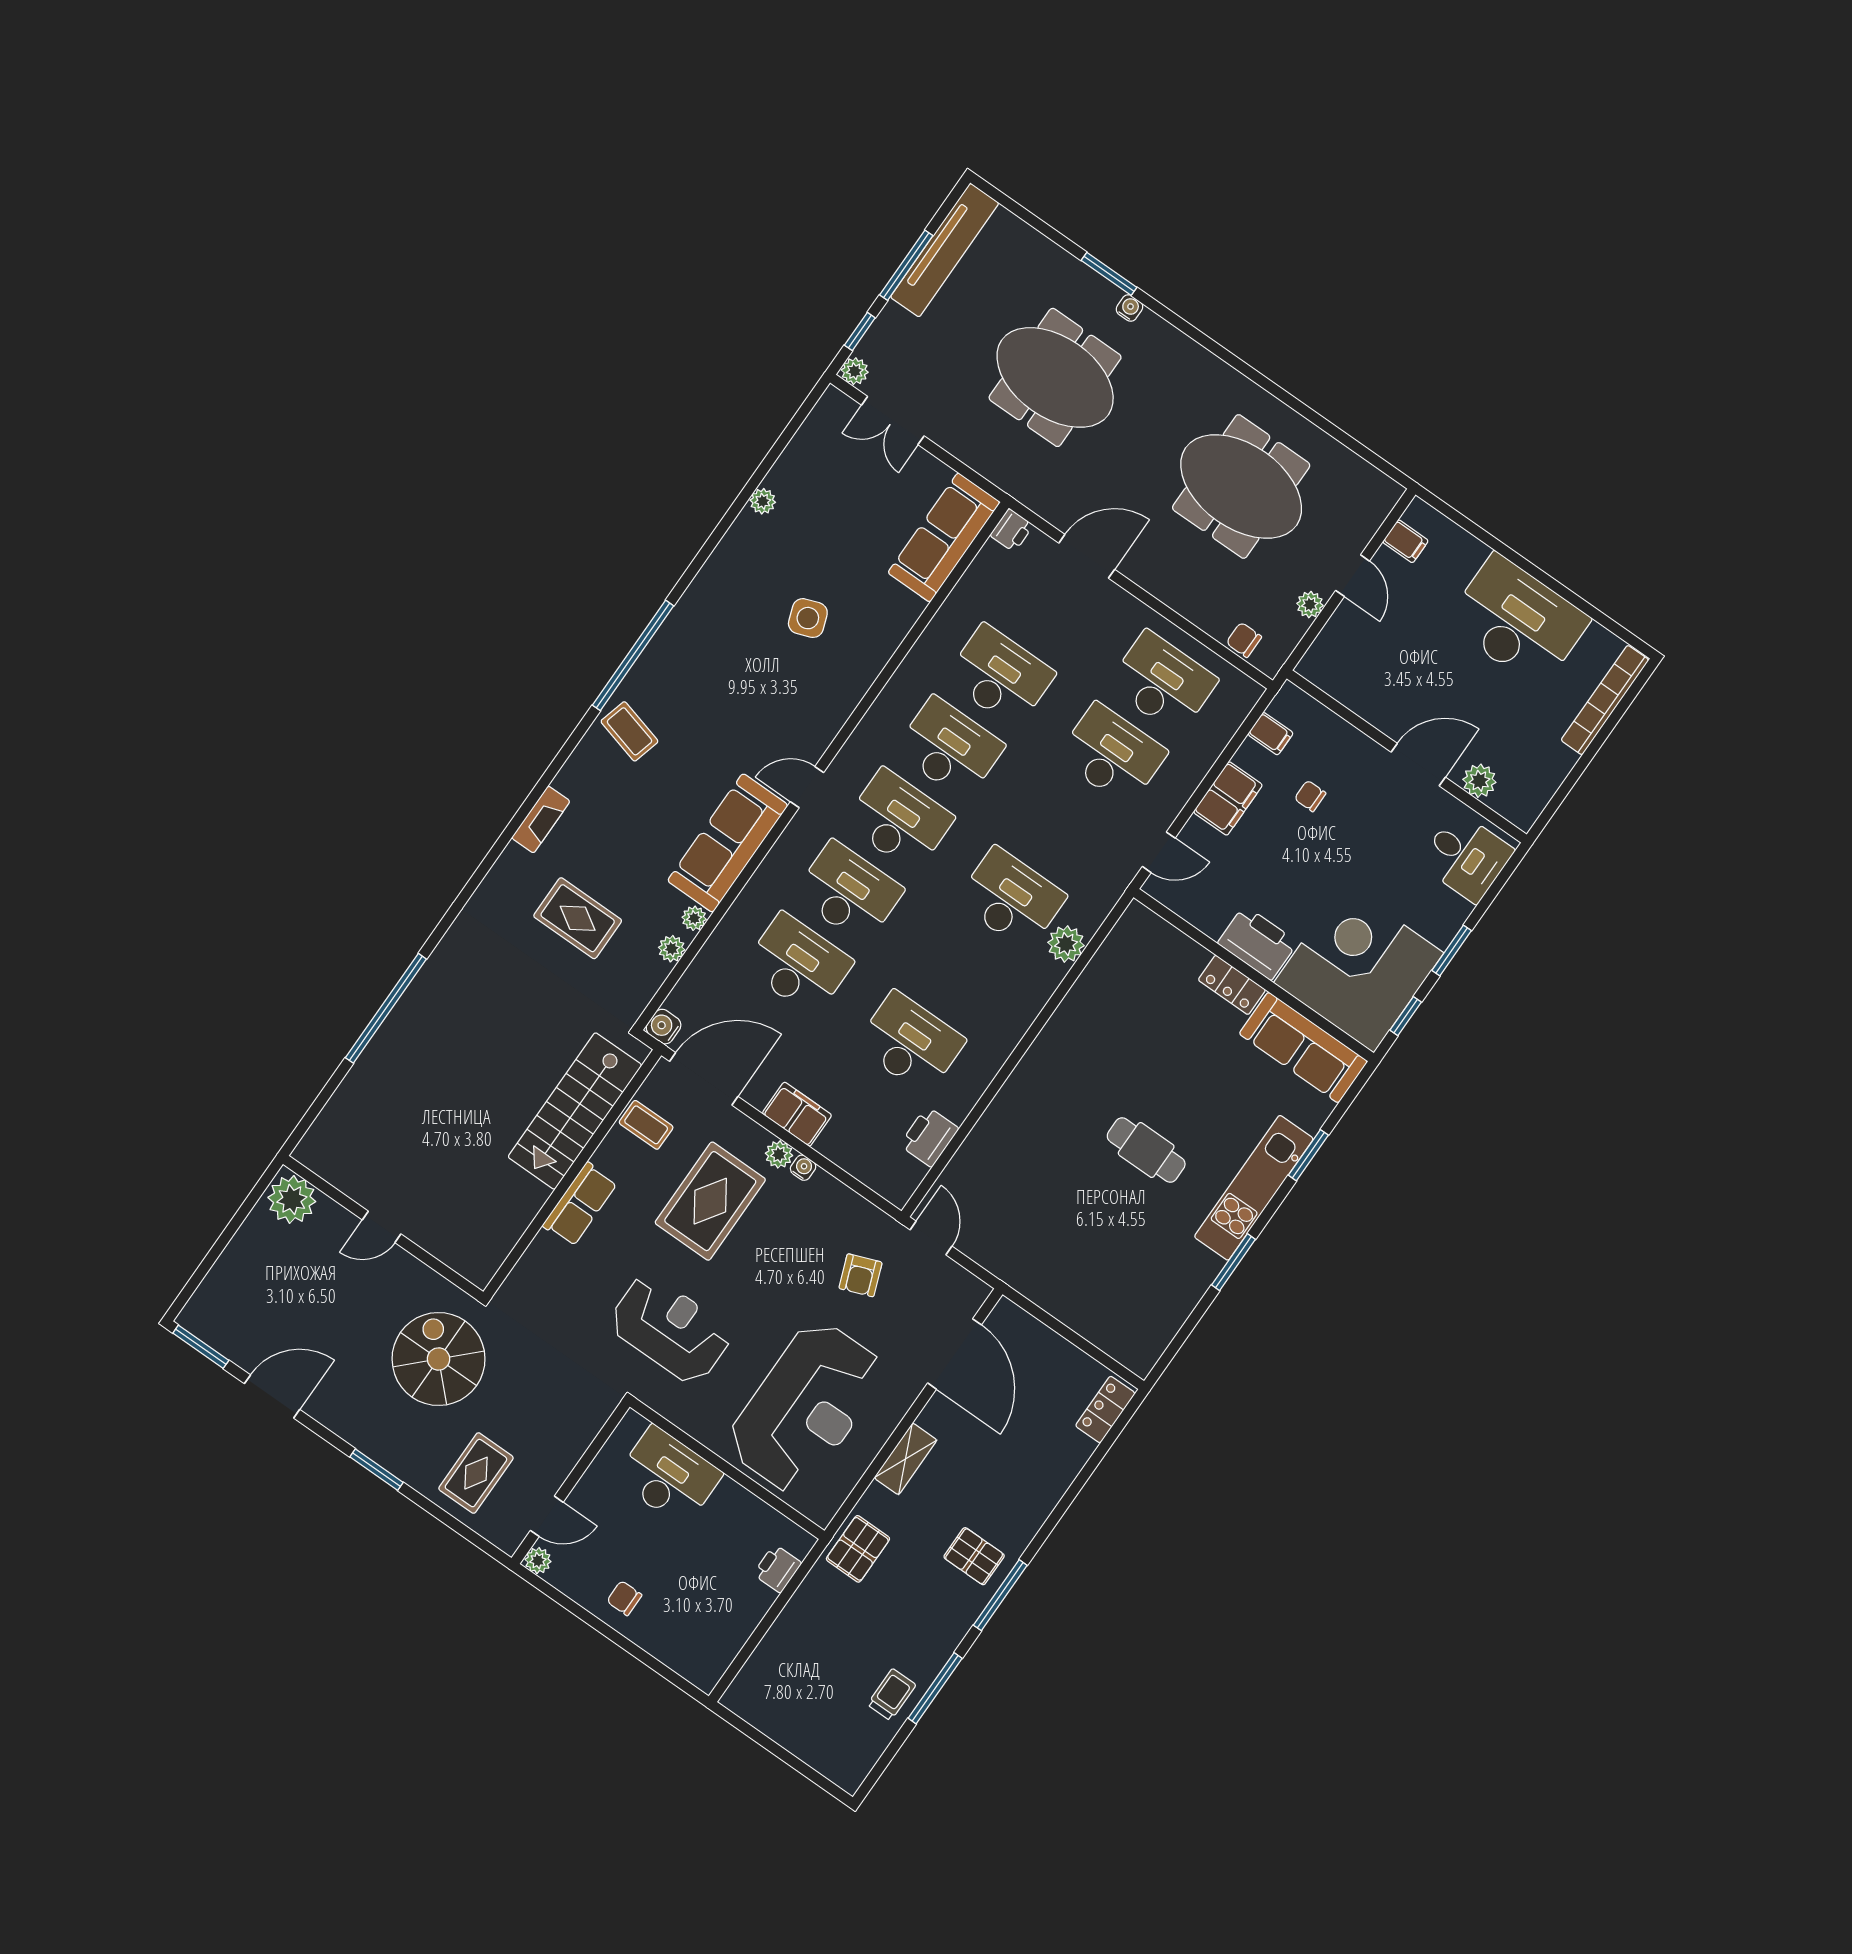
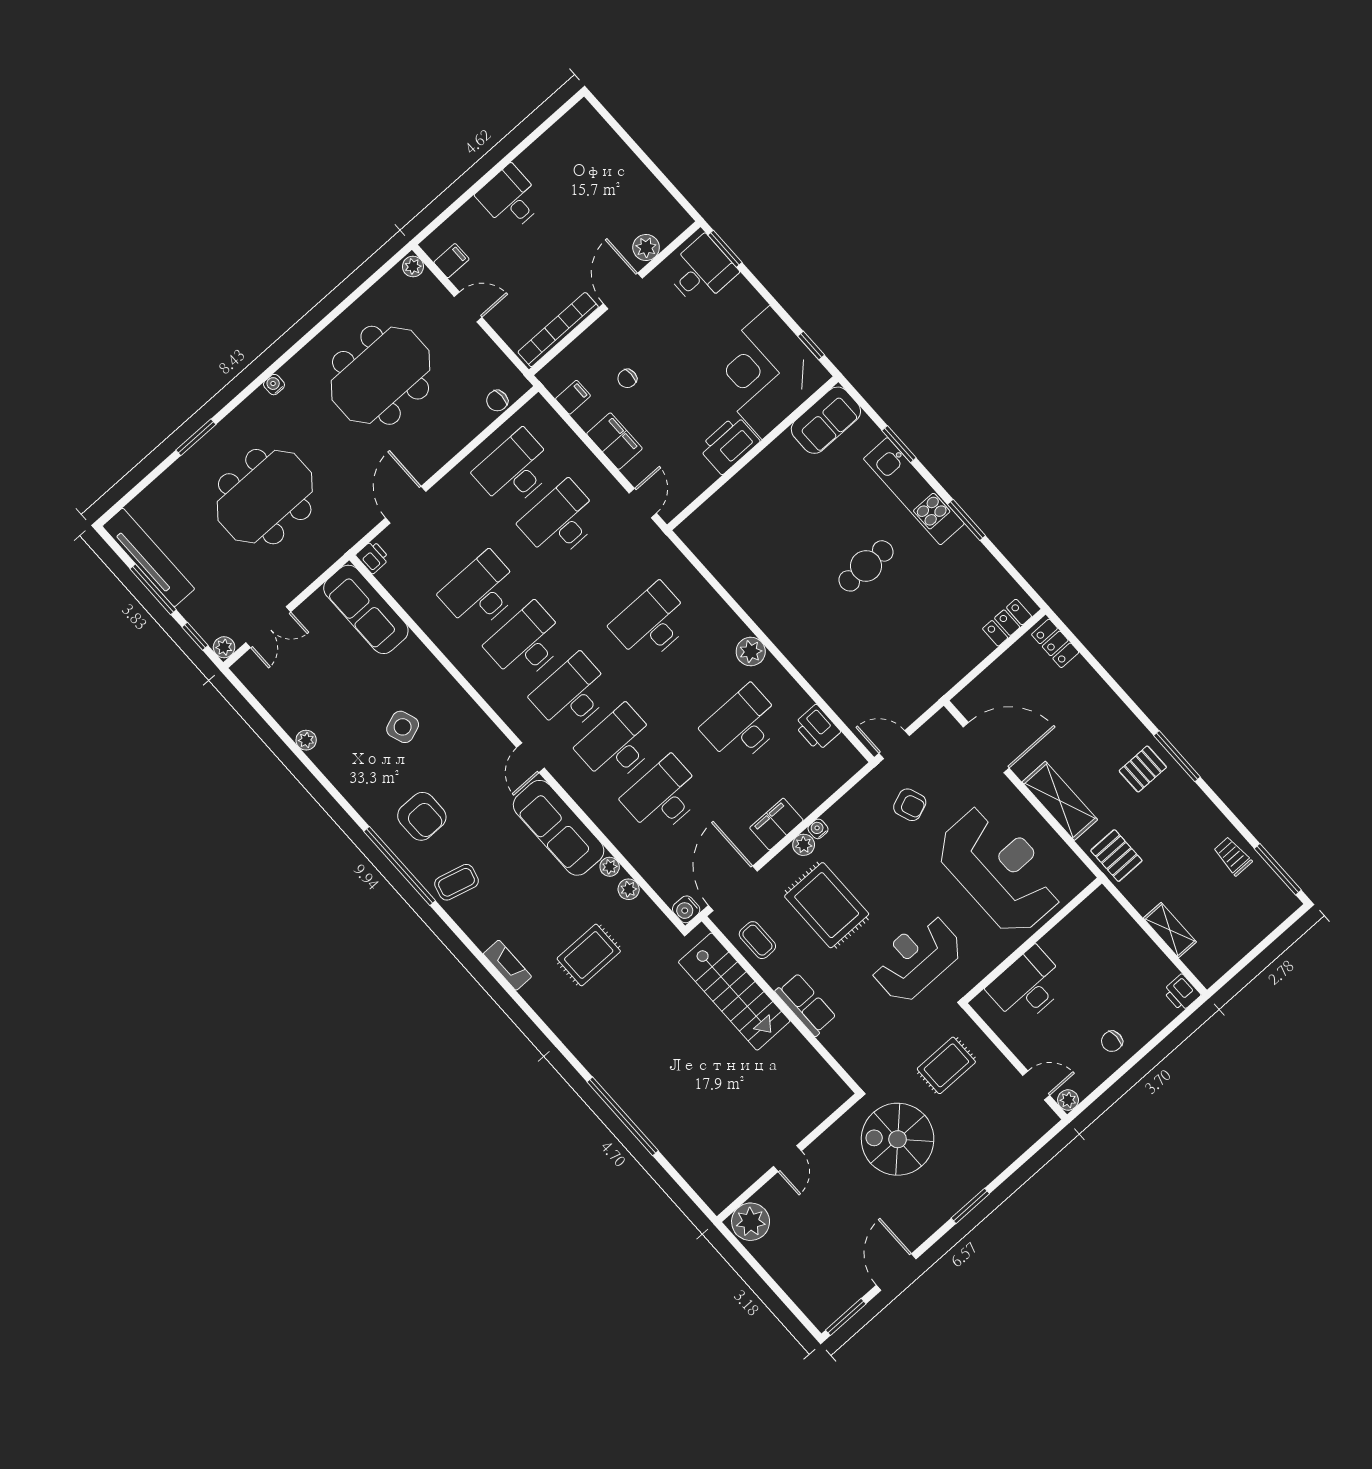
water cooler: (1129, 308) -> (274, 385), moved
plant: (1310, 605) -> (413, 267), moved
desk: (1518, 621) -> (510, 198), width x0.53, depth x0.77
armchair: (702, 668) -> (422, 816), added
bookcase: (1605, 700) -> (558, 330), moved, turned 90
plant: (1066, 944) -> (751, 652), moved
window: (1452, 950) -> (725, 249), moved
locker: (1232, 985) -> (1007, 623), moved, turned 180
sofa: (1303, 1048) -> (826, 420), width x0.73
coffee table: (646, 1125) -> (757, 940), turned 90
shelving: (906, 1459) -> (1060, 801), width x1.50, depth x1.33
rug: (476, 1473) -> (946, 1065), moved, turned 90
door: (547, 1516) -> (1036, 1085), hinge flipped
printer: (777, 1569) -> (1182, 993), moved
shelving: (781, 1638) -> (1170, 930), added
window: (935, 1688) -> (1278, 869), moved

